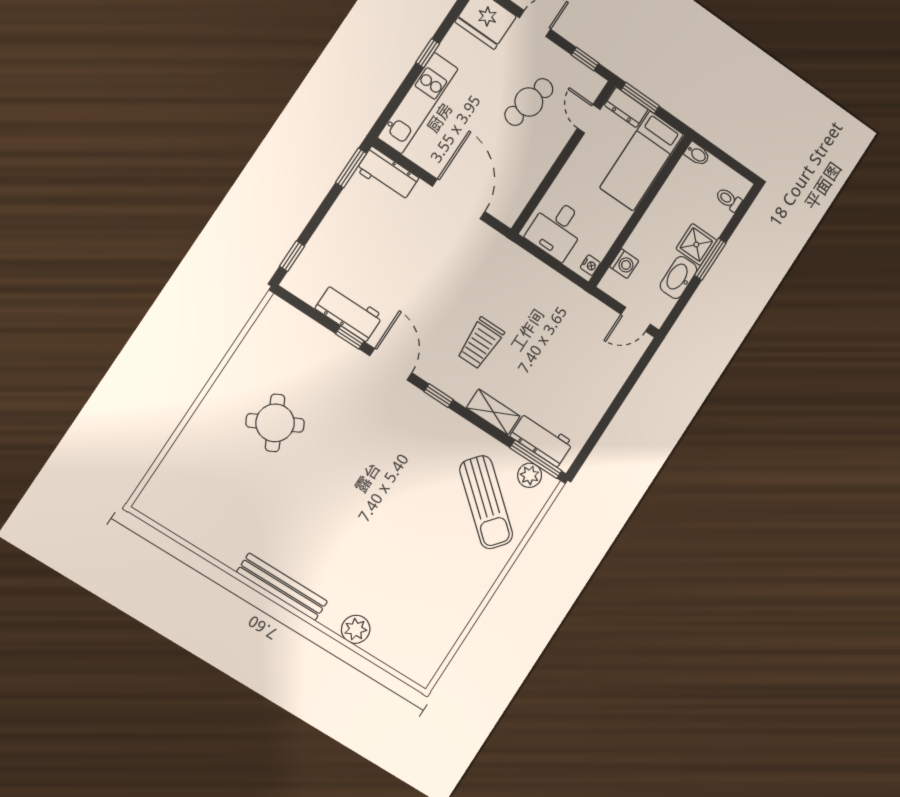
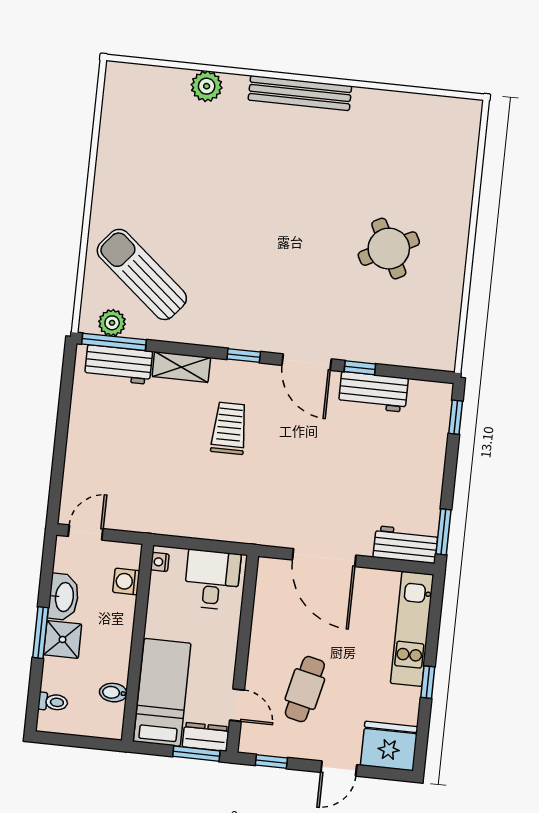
bidet: (697, 154) -> (113, 693), moved

